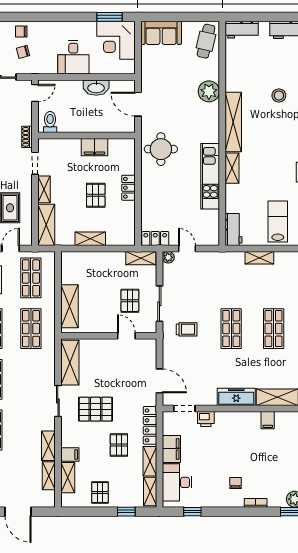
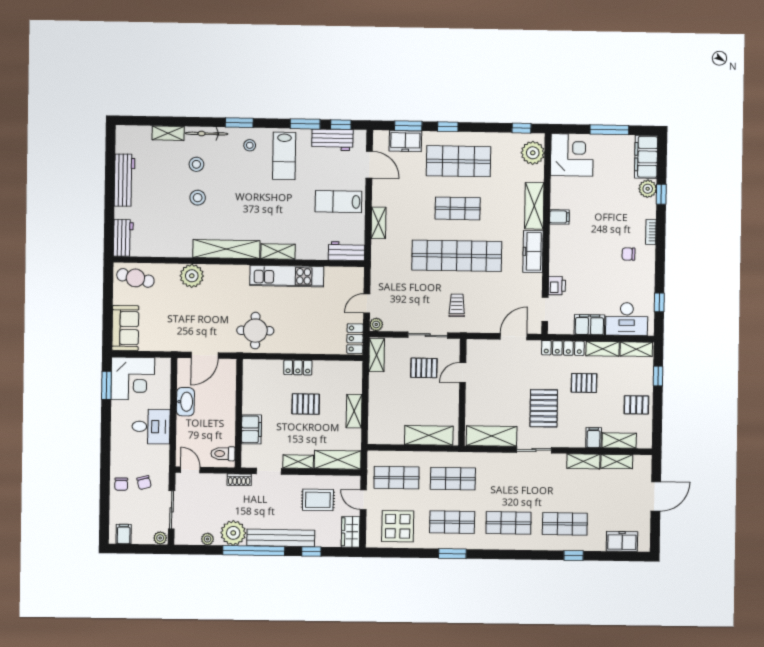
filing cabinet: (94, 147) -> (251, 429), moved
shop shelf: (231, 329) -> (457, 256), width x2.00, depth x1.36

